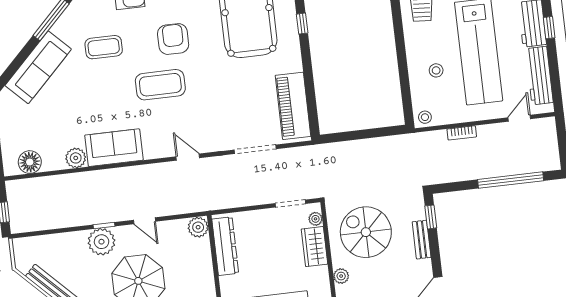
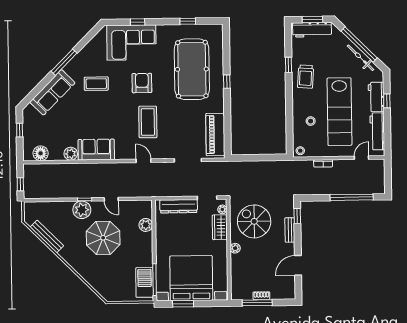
coffee table: (160, 85) -> (148, 122), moved, turned 90
plant: (198, 227) -> (146, 225), moved
dresser: (225, 246) -> (179, 206), moved, turned 90

